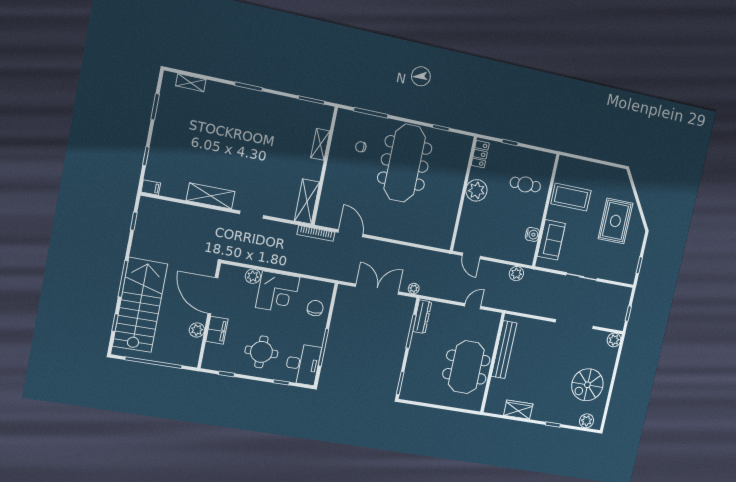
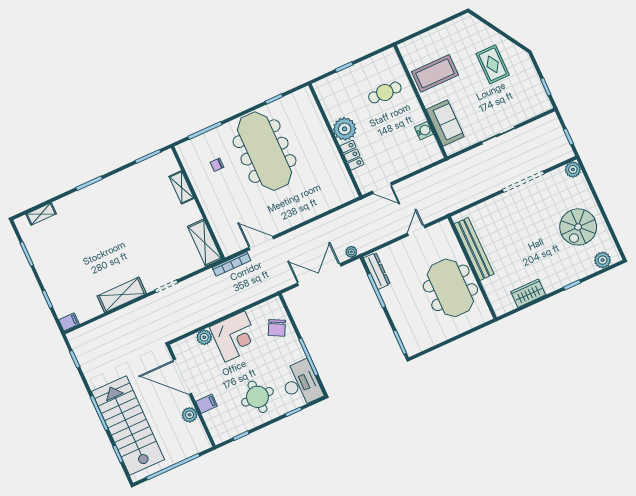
locker: (480, 154) -> (352, 155), moved
rug: (615, 221) -> (493, 64), width x0.73, depth x0.70
plant: (516, 274) -> (435, 175), removed
chair: (315, 308) -> (277, 328), turned -153
filing cabinet: (217, 330) -> (206, 404), width x0.50

